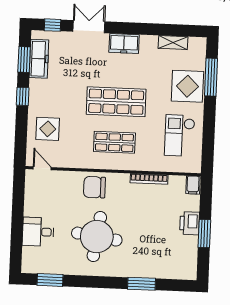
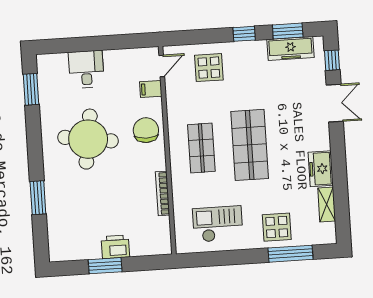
freezer: (124, 43) -> (321, 169), moved
display table: (187, 86) -> (277, 227), width x0.73, depth x0.73
filing cabinet: (193, 185) -> (151, 89), moved

